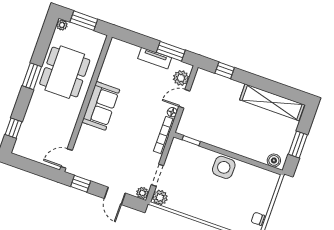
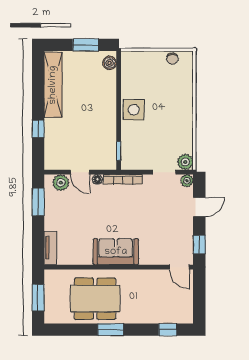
plant: (62, 25) -> (50, 318), removed
tv unit: (155, 58) -> (50, 248), moved
window: (225, 70) -> (38, 129), moved

